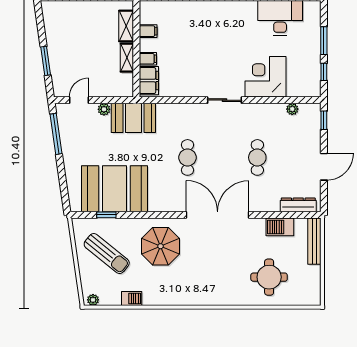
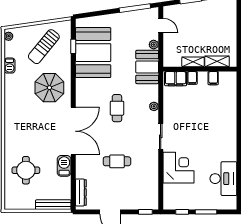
plant: (292, 109) -> (154, 106), moved
cafe table: (188, 157) -> (117, 108), turned 90
barbecue: (280, 227) -> (64, 166), moved

